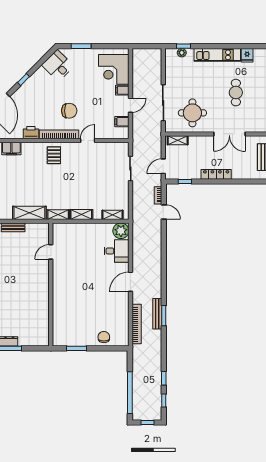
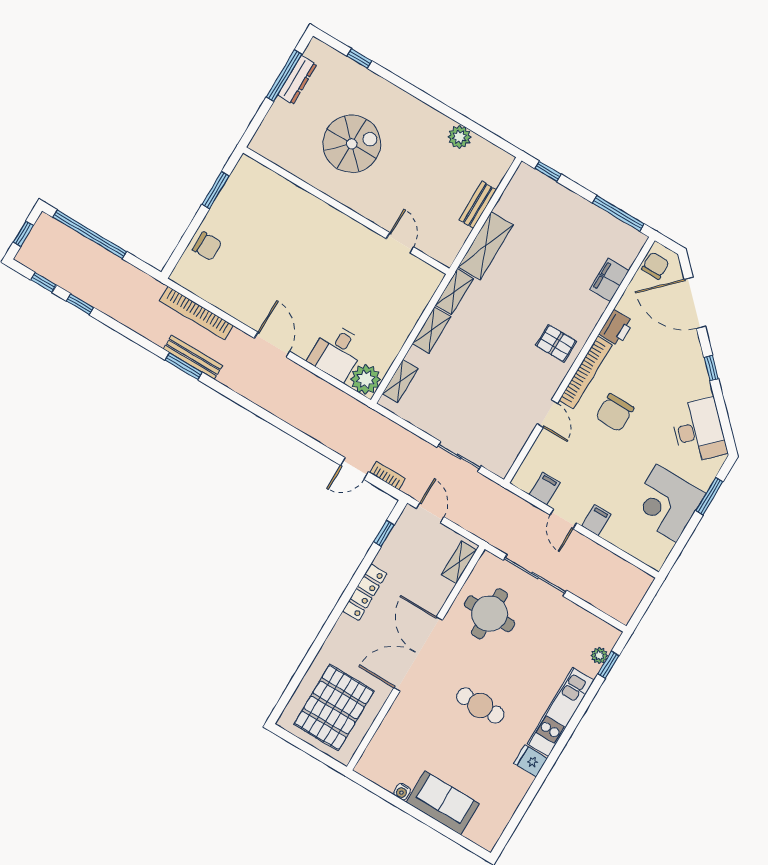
desk: (58, 66) -> (699, 430), width x1.37
corner desk: (114, 69) -> (666, 503), moved, turned -90
double door: (229, 134) -> (418, 654), width x1.36
spiral stairs: (19, 300) -> (352, 144), added

